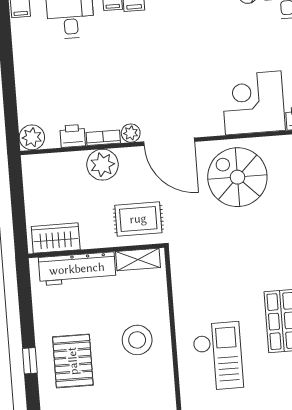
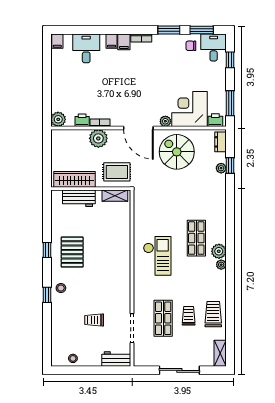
plant: (131, 133) -> (165, 121), moved
wardrobe: (56, 238) -> (74, 179), width x1.50
workbench: (77, 269) -> (79, 198), width x0.73
stool: (137, 340) -> (111, 243), removed

